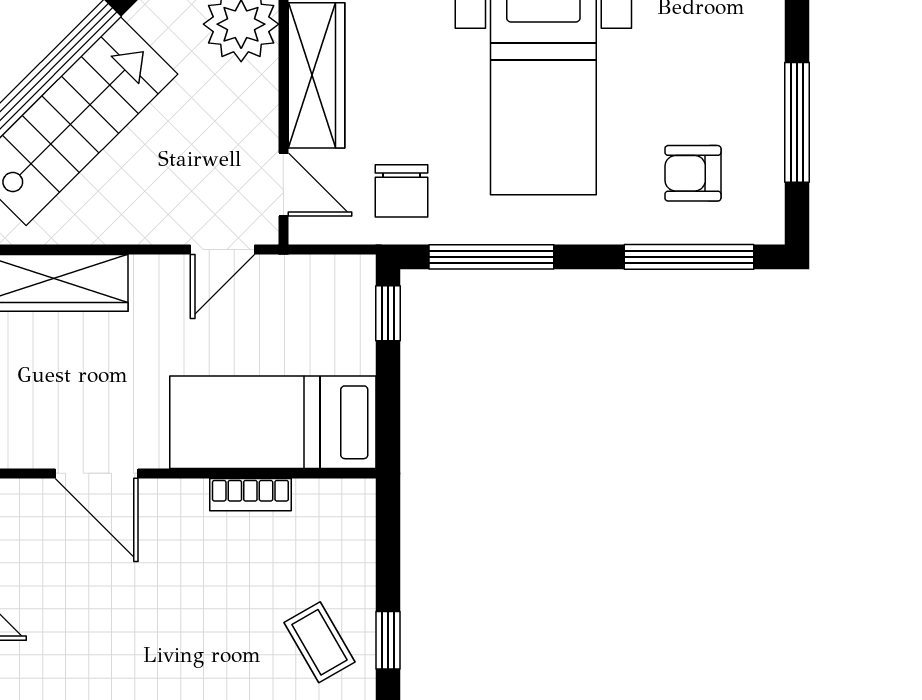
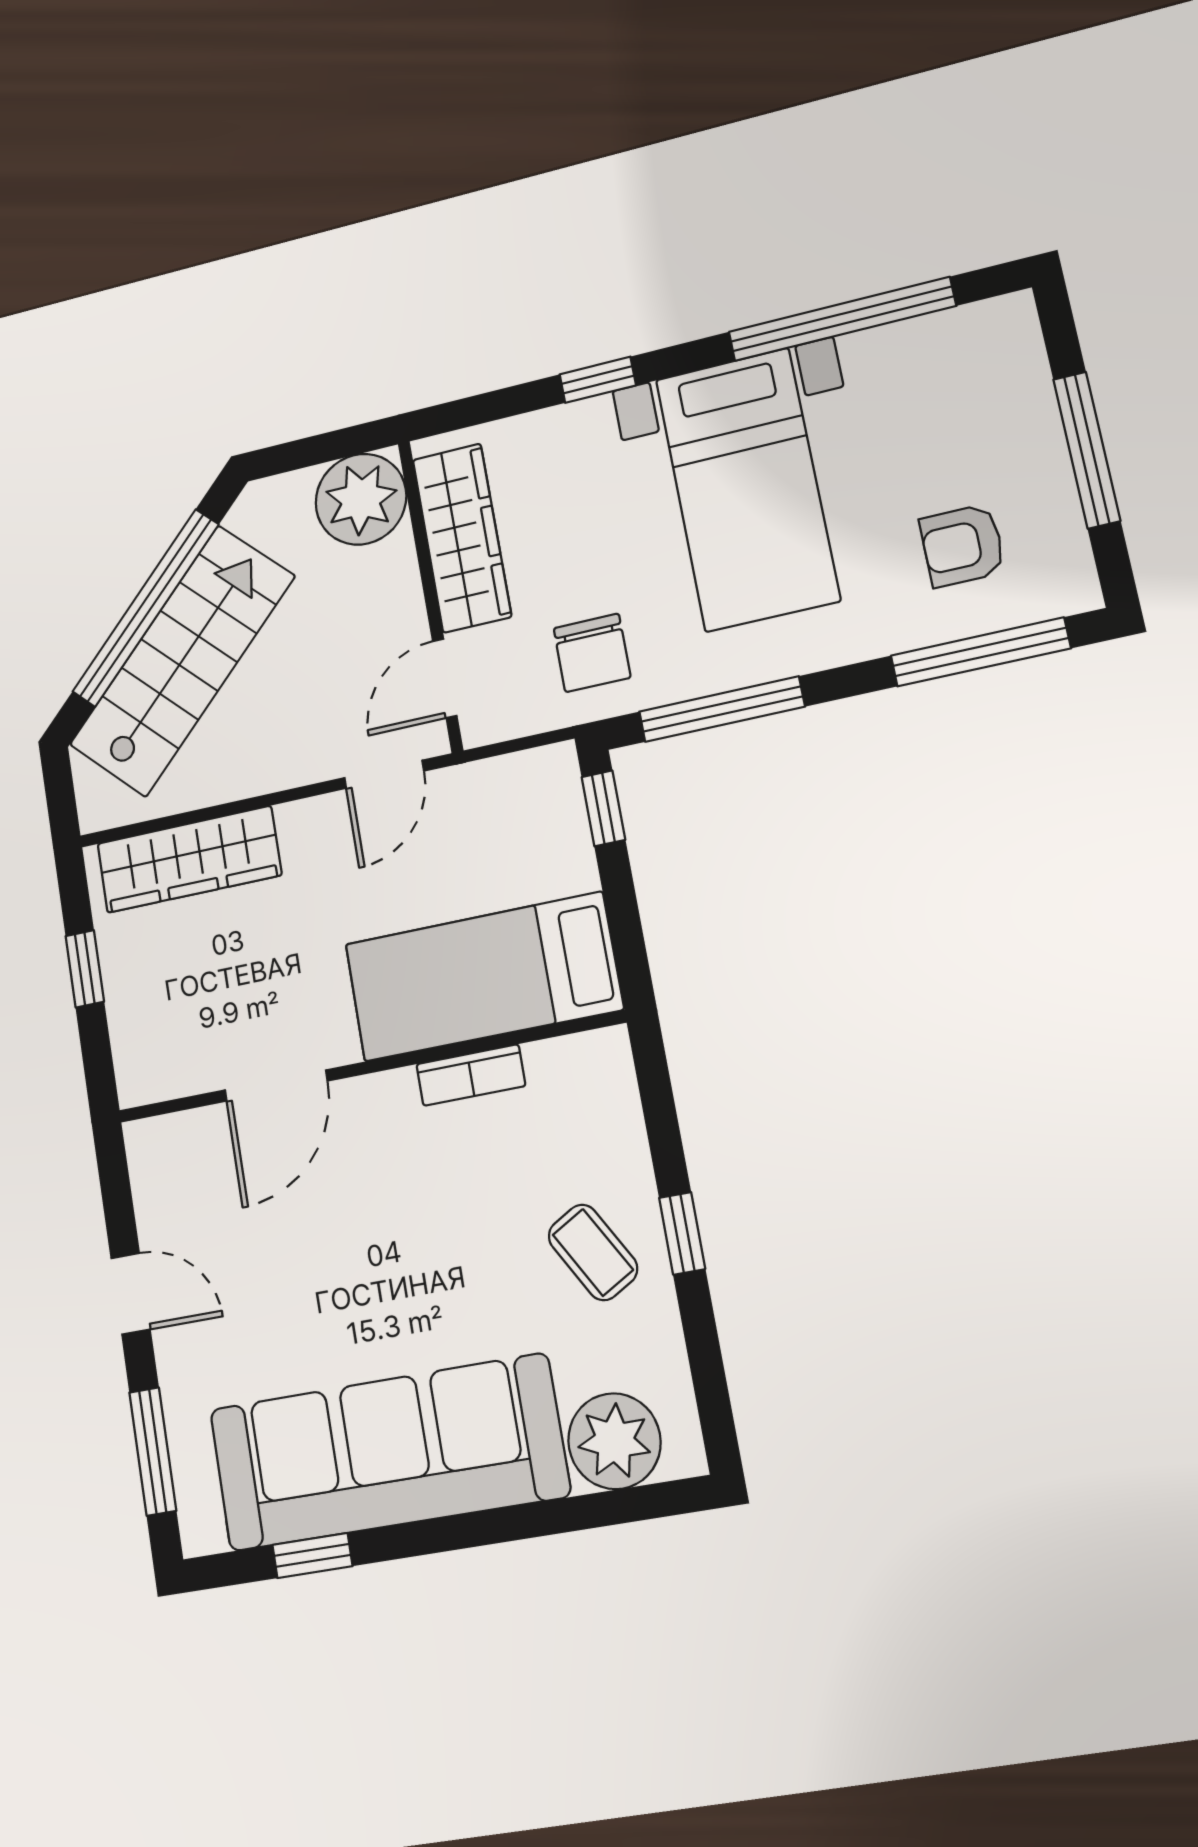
door: (283, 185) -> (445, 678), swing flipped
door: (97, 473) -> (276, 1086), hinge flipped

